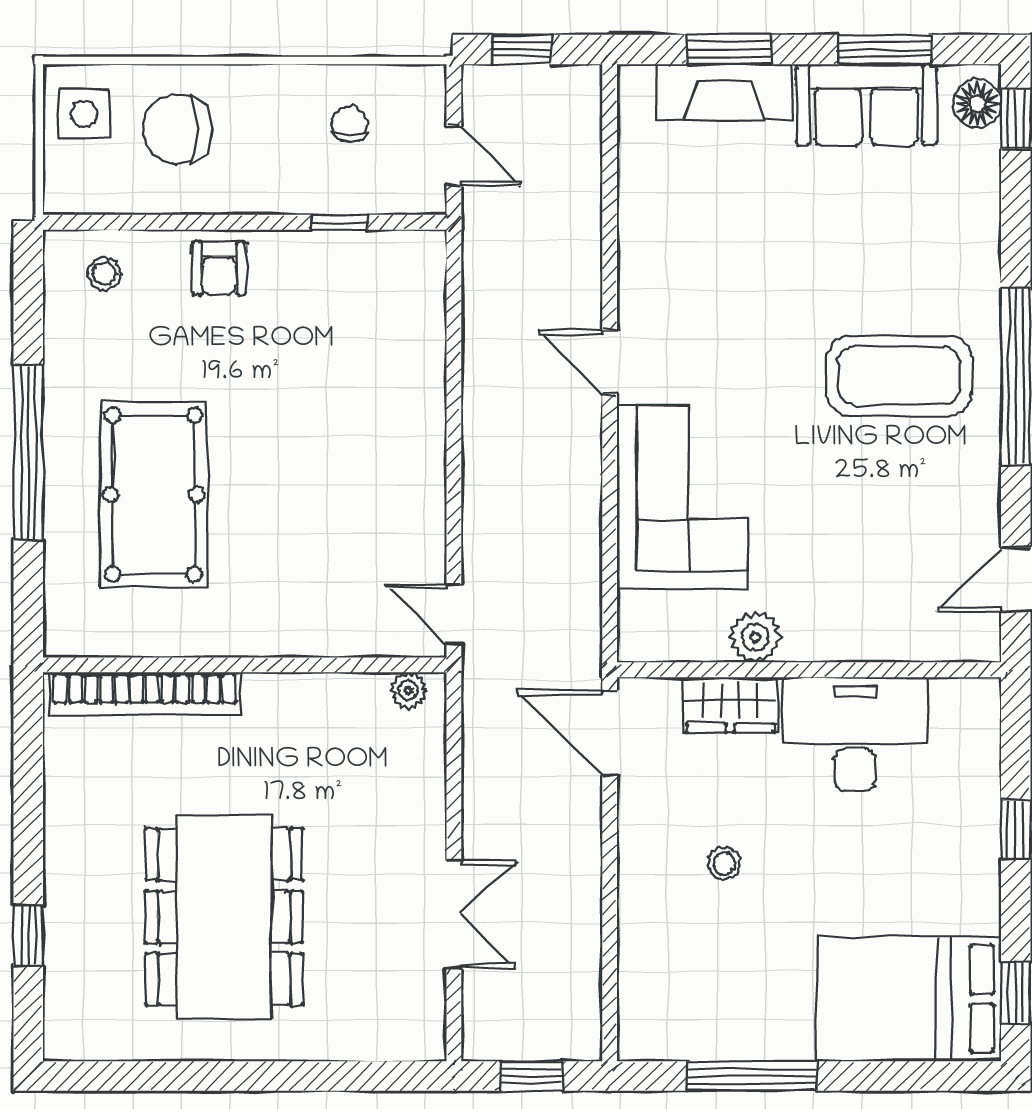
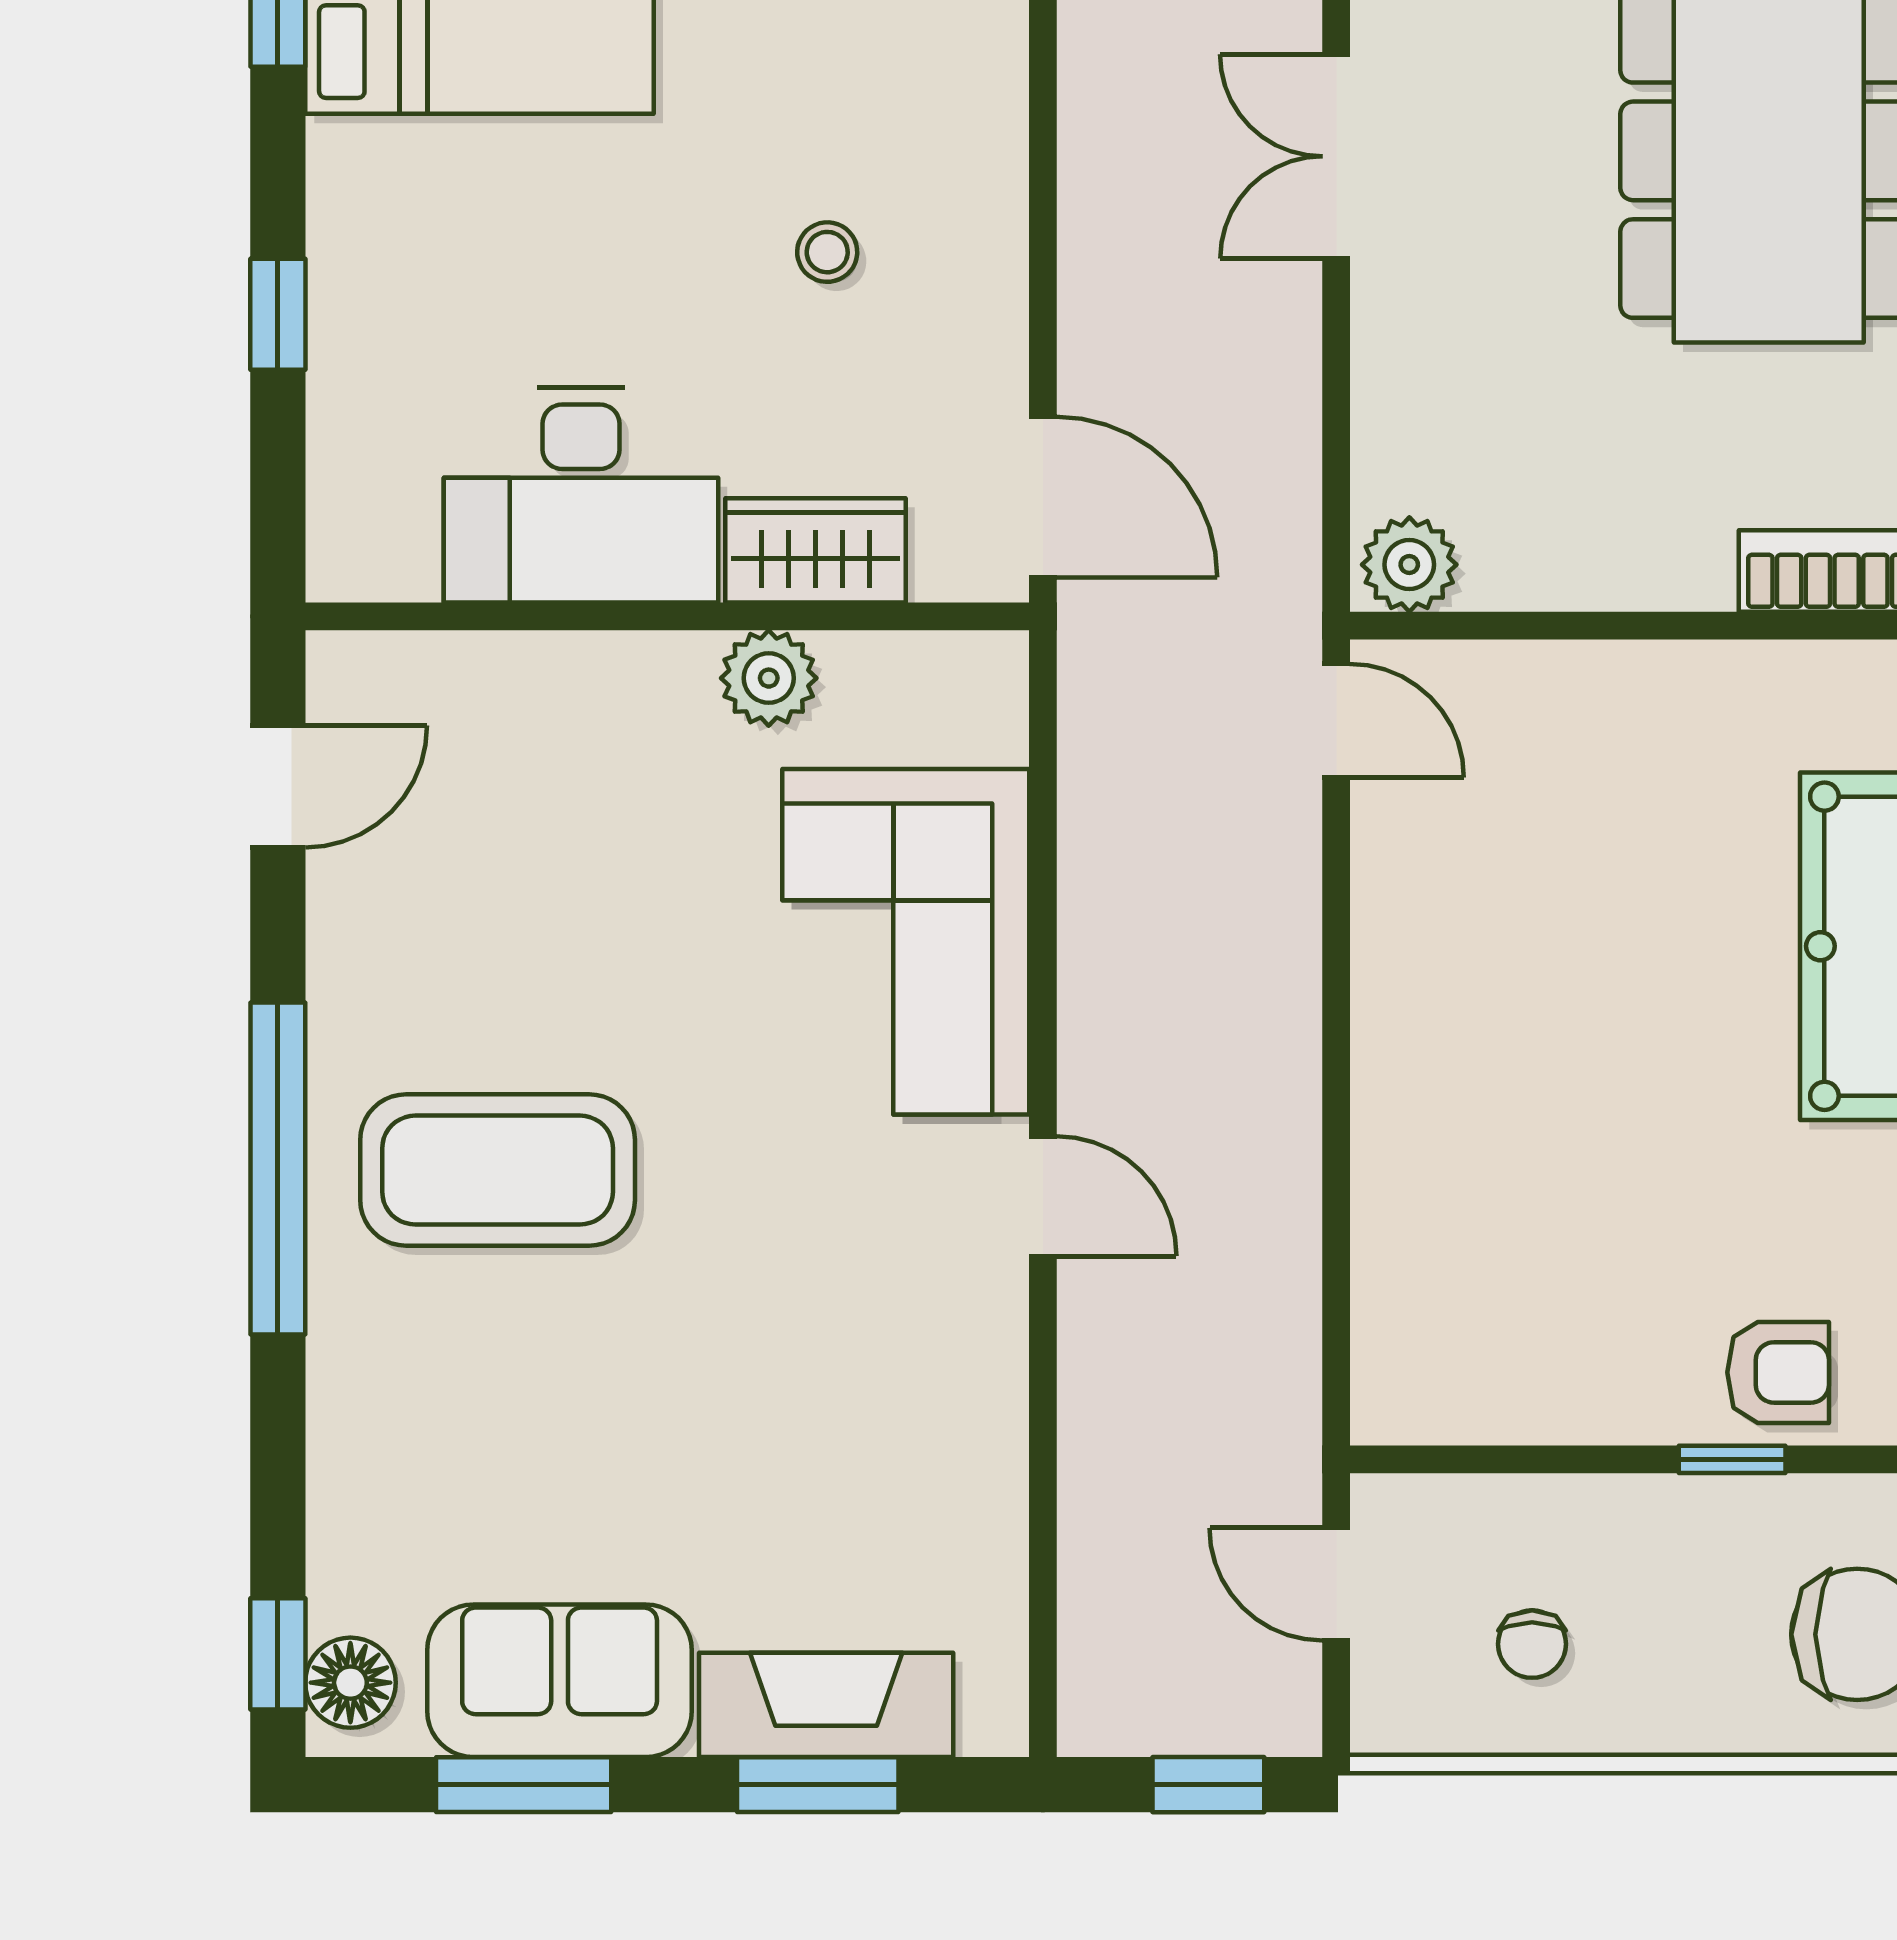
window: (339, 222) -> (1732, 1459), moved
armchair: (219, 268) -> (1778, 1372), turned 90
plant: (408, 690) -> (1409, 565), width x1.38, depth x1.38

